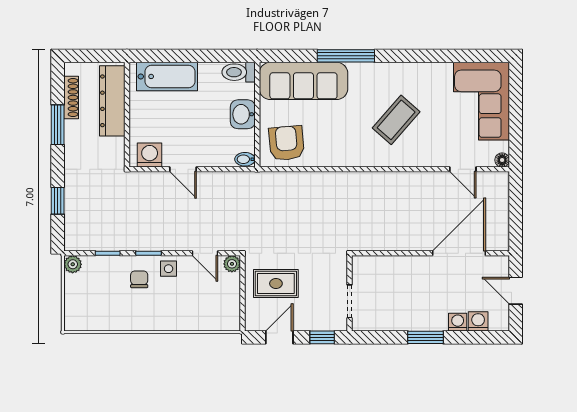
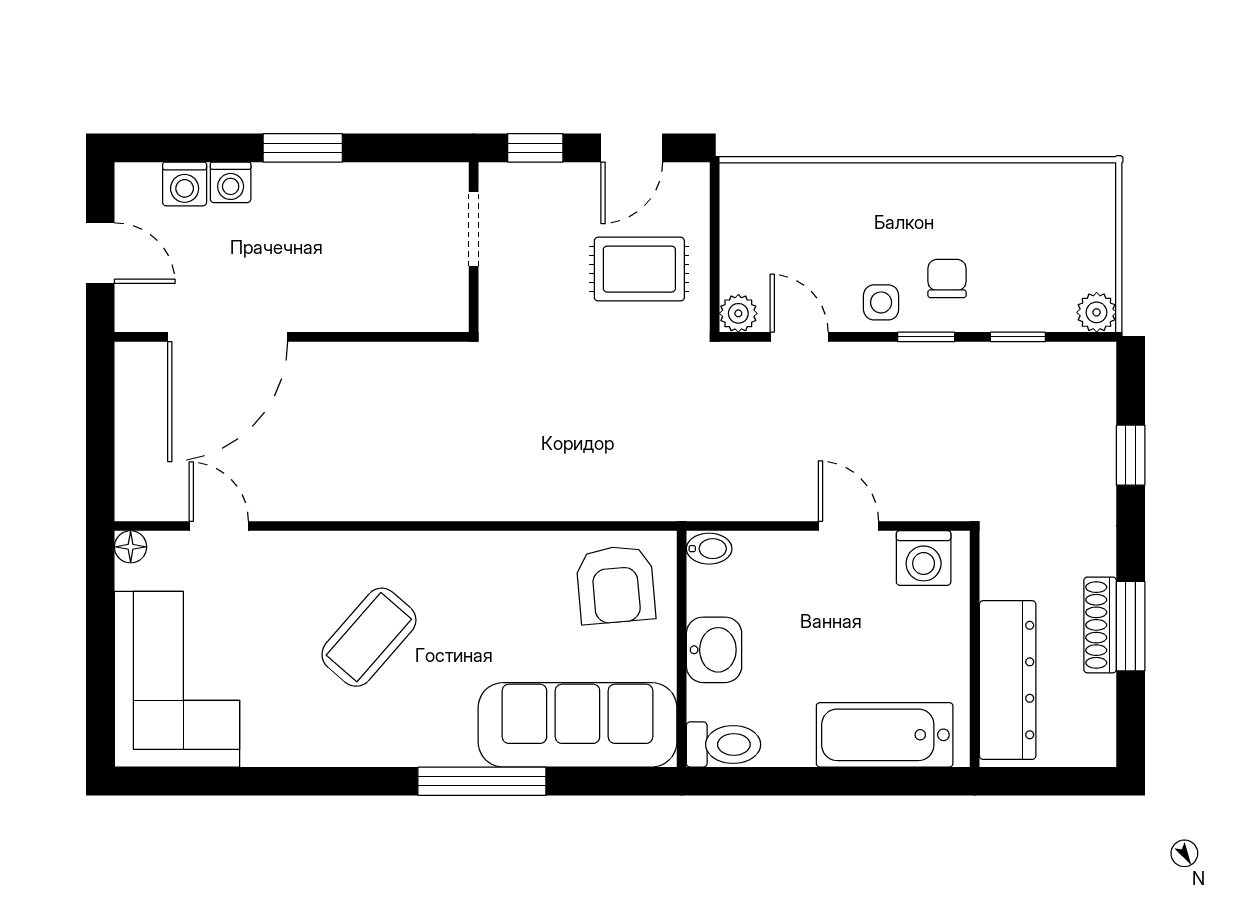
shoe rack: (71, 97) -> (1100, 625), moved
chair: (139, 279) -> (947, 278), turned 180

